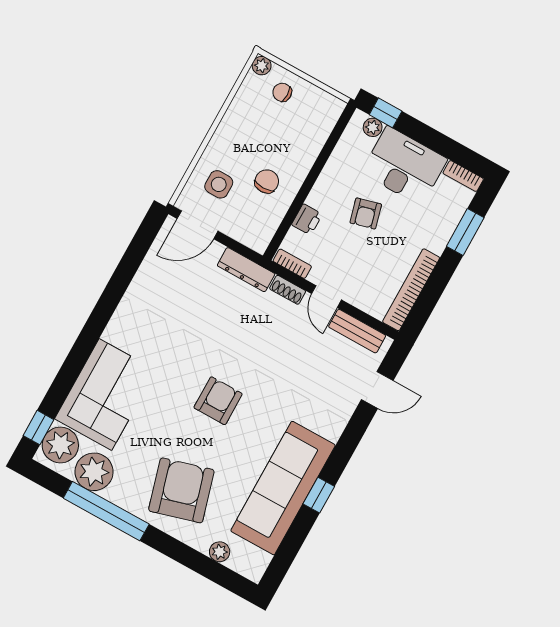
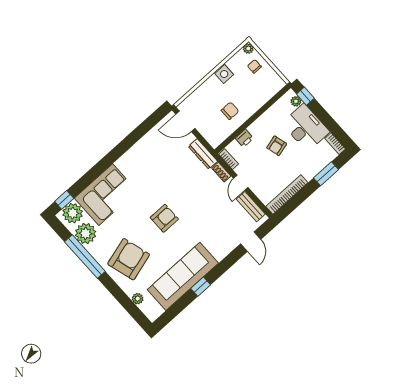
side table: (219, 184) -> (224, 74), moved
door: (377, 390) -> (251, 242), hinge flipped

